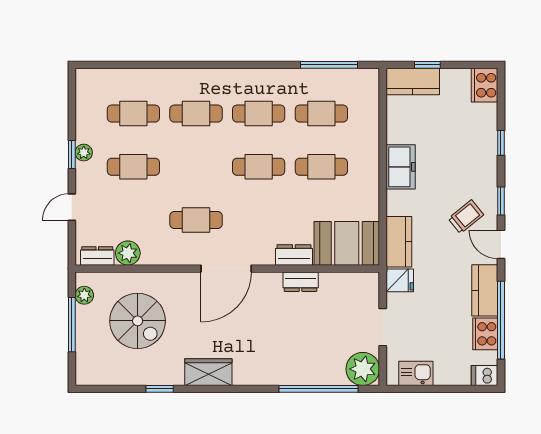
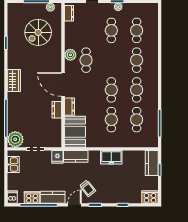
plant: (128, 253) -> (70, 55), moved
door: (226, 269) -> (63, 84), moved
wardrobe: (208, 372) -> (14, 80), moved

